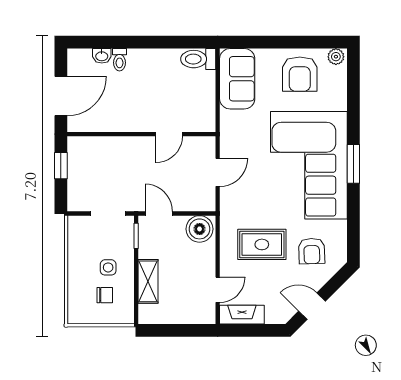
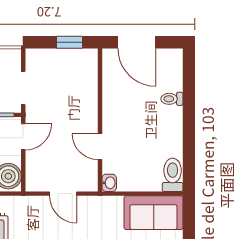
washbasin: (102, 56) -> (109, 183), moved, turned 180

